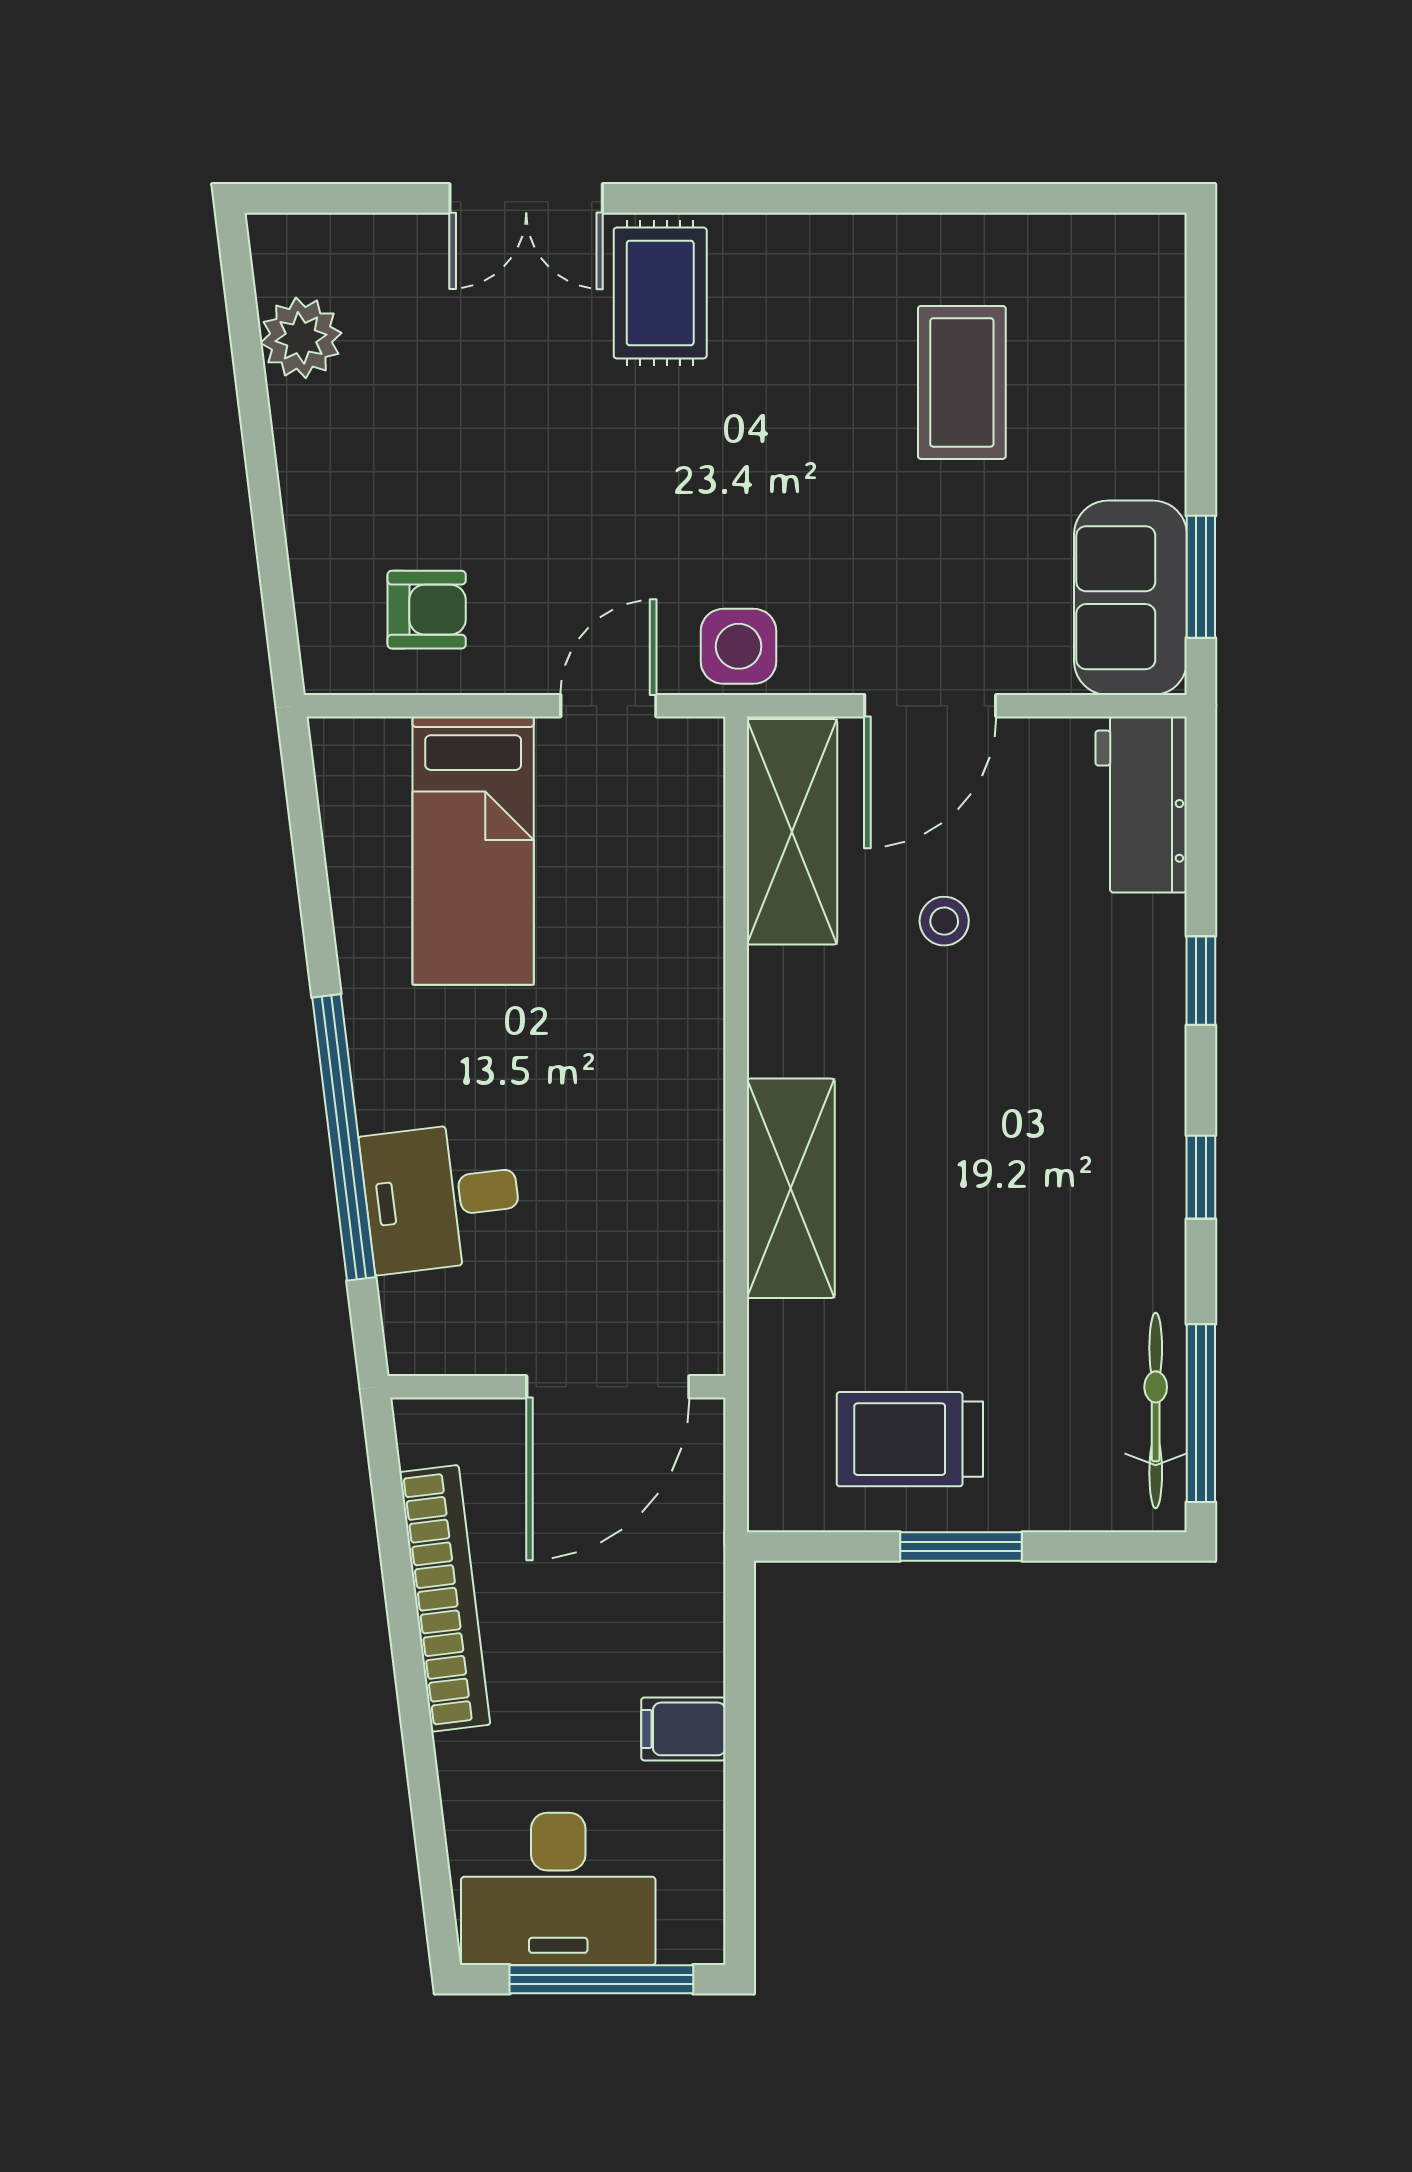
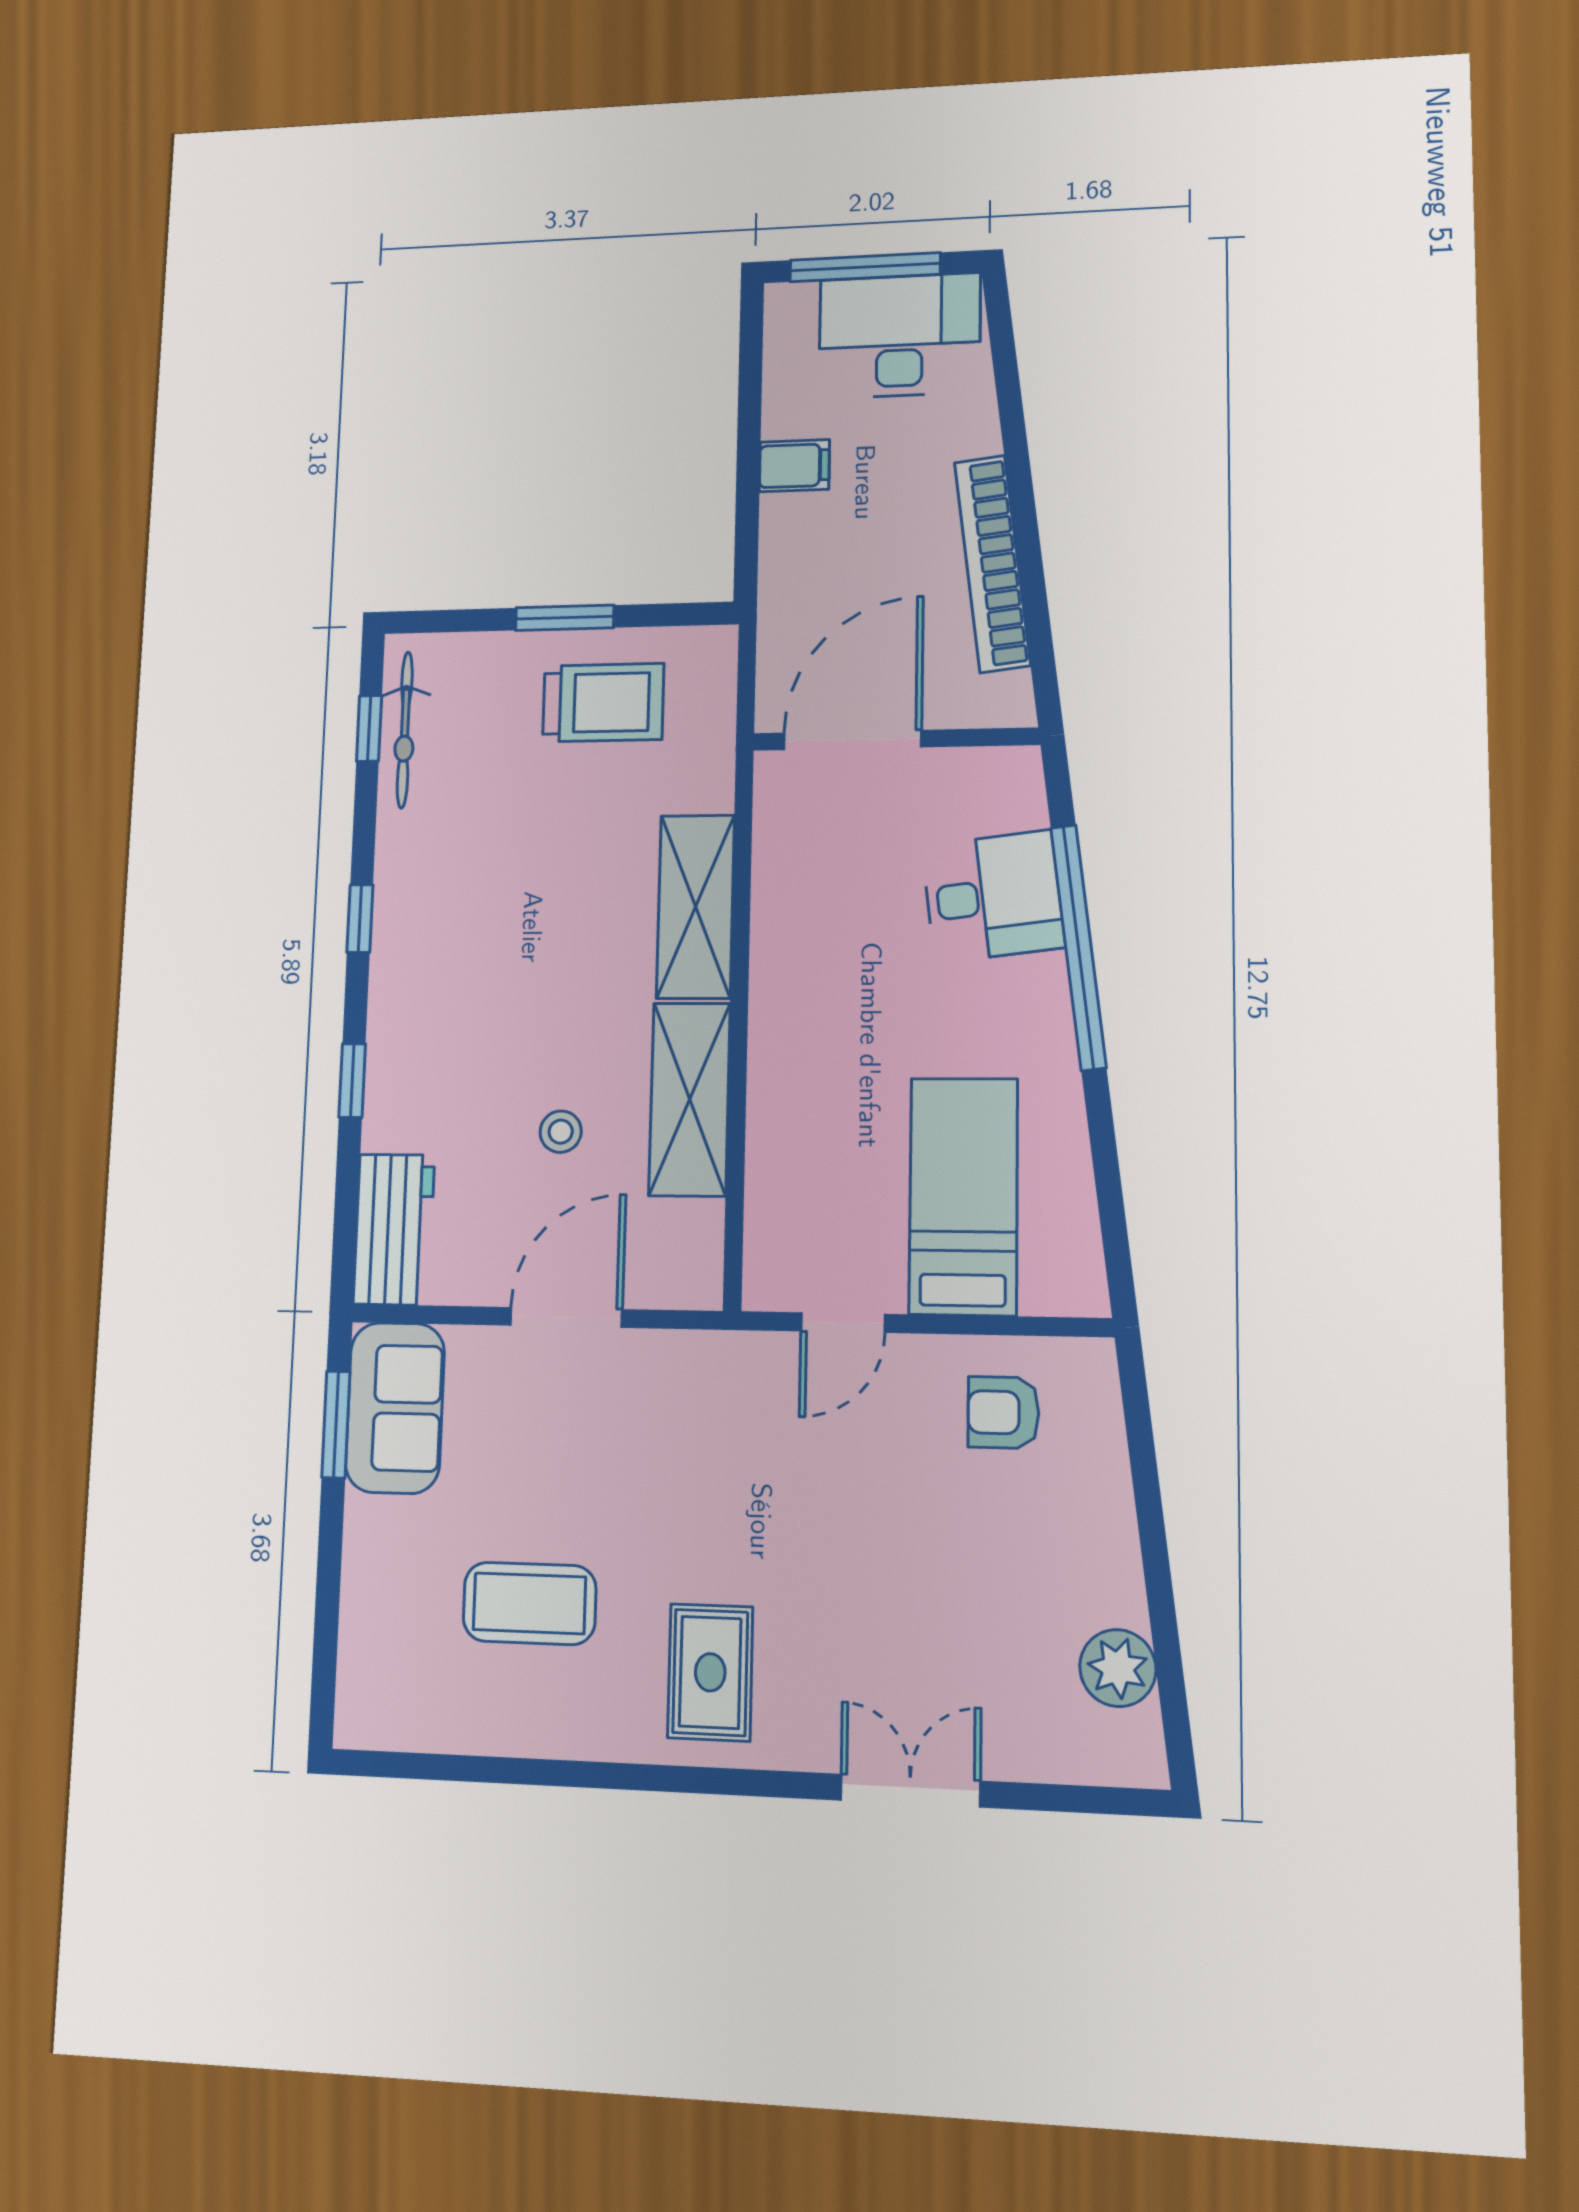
rug: (660, 293) -> (710, 1672), moved
coffee table: (962, 382) -> (529, 1603), turned 90
side table: (739, 646) -> (729, 1373), removed
shelving: (792, 832) -> (690, 1099), moved
window: (1201, 1413) -> (369, 728), width x0.46

